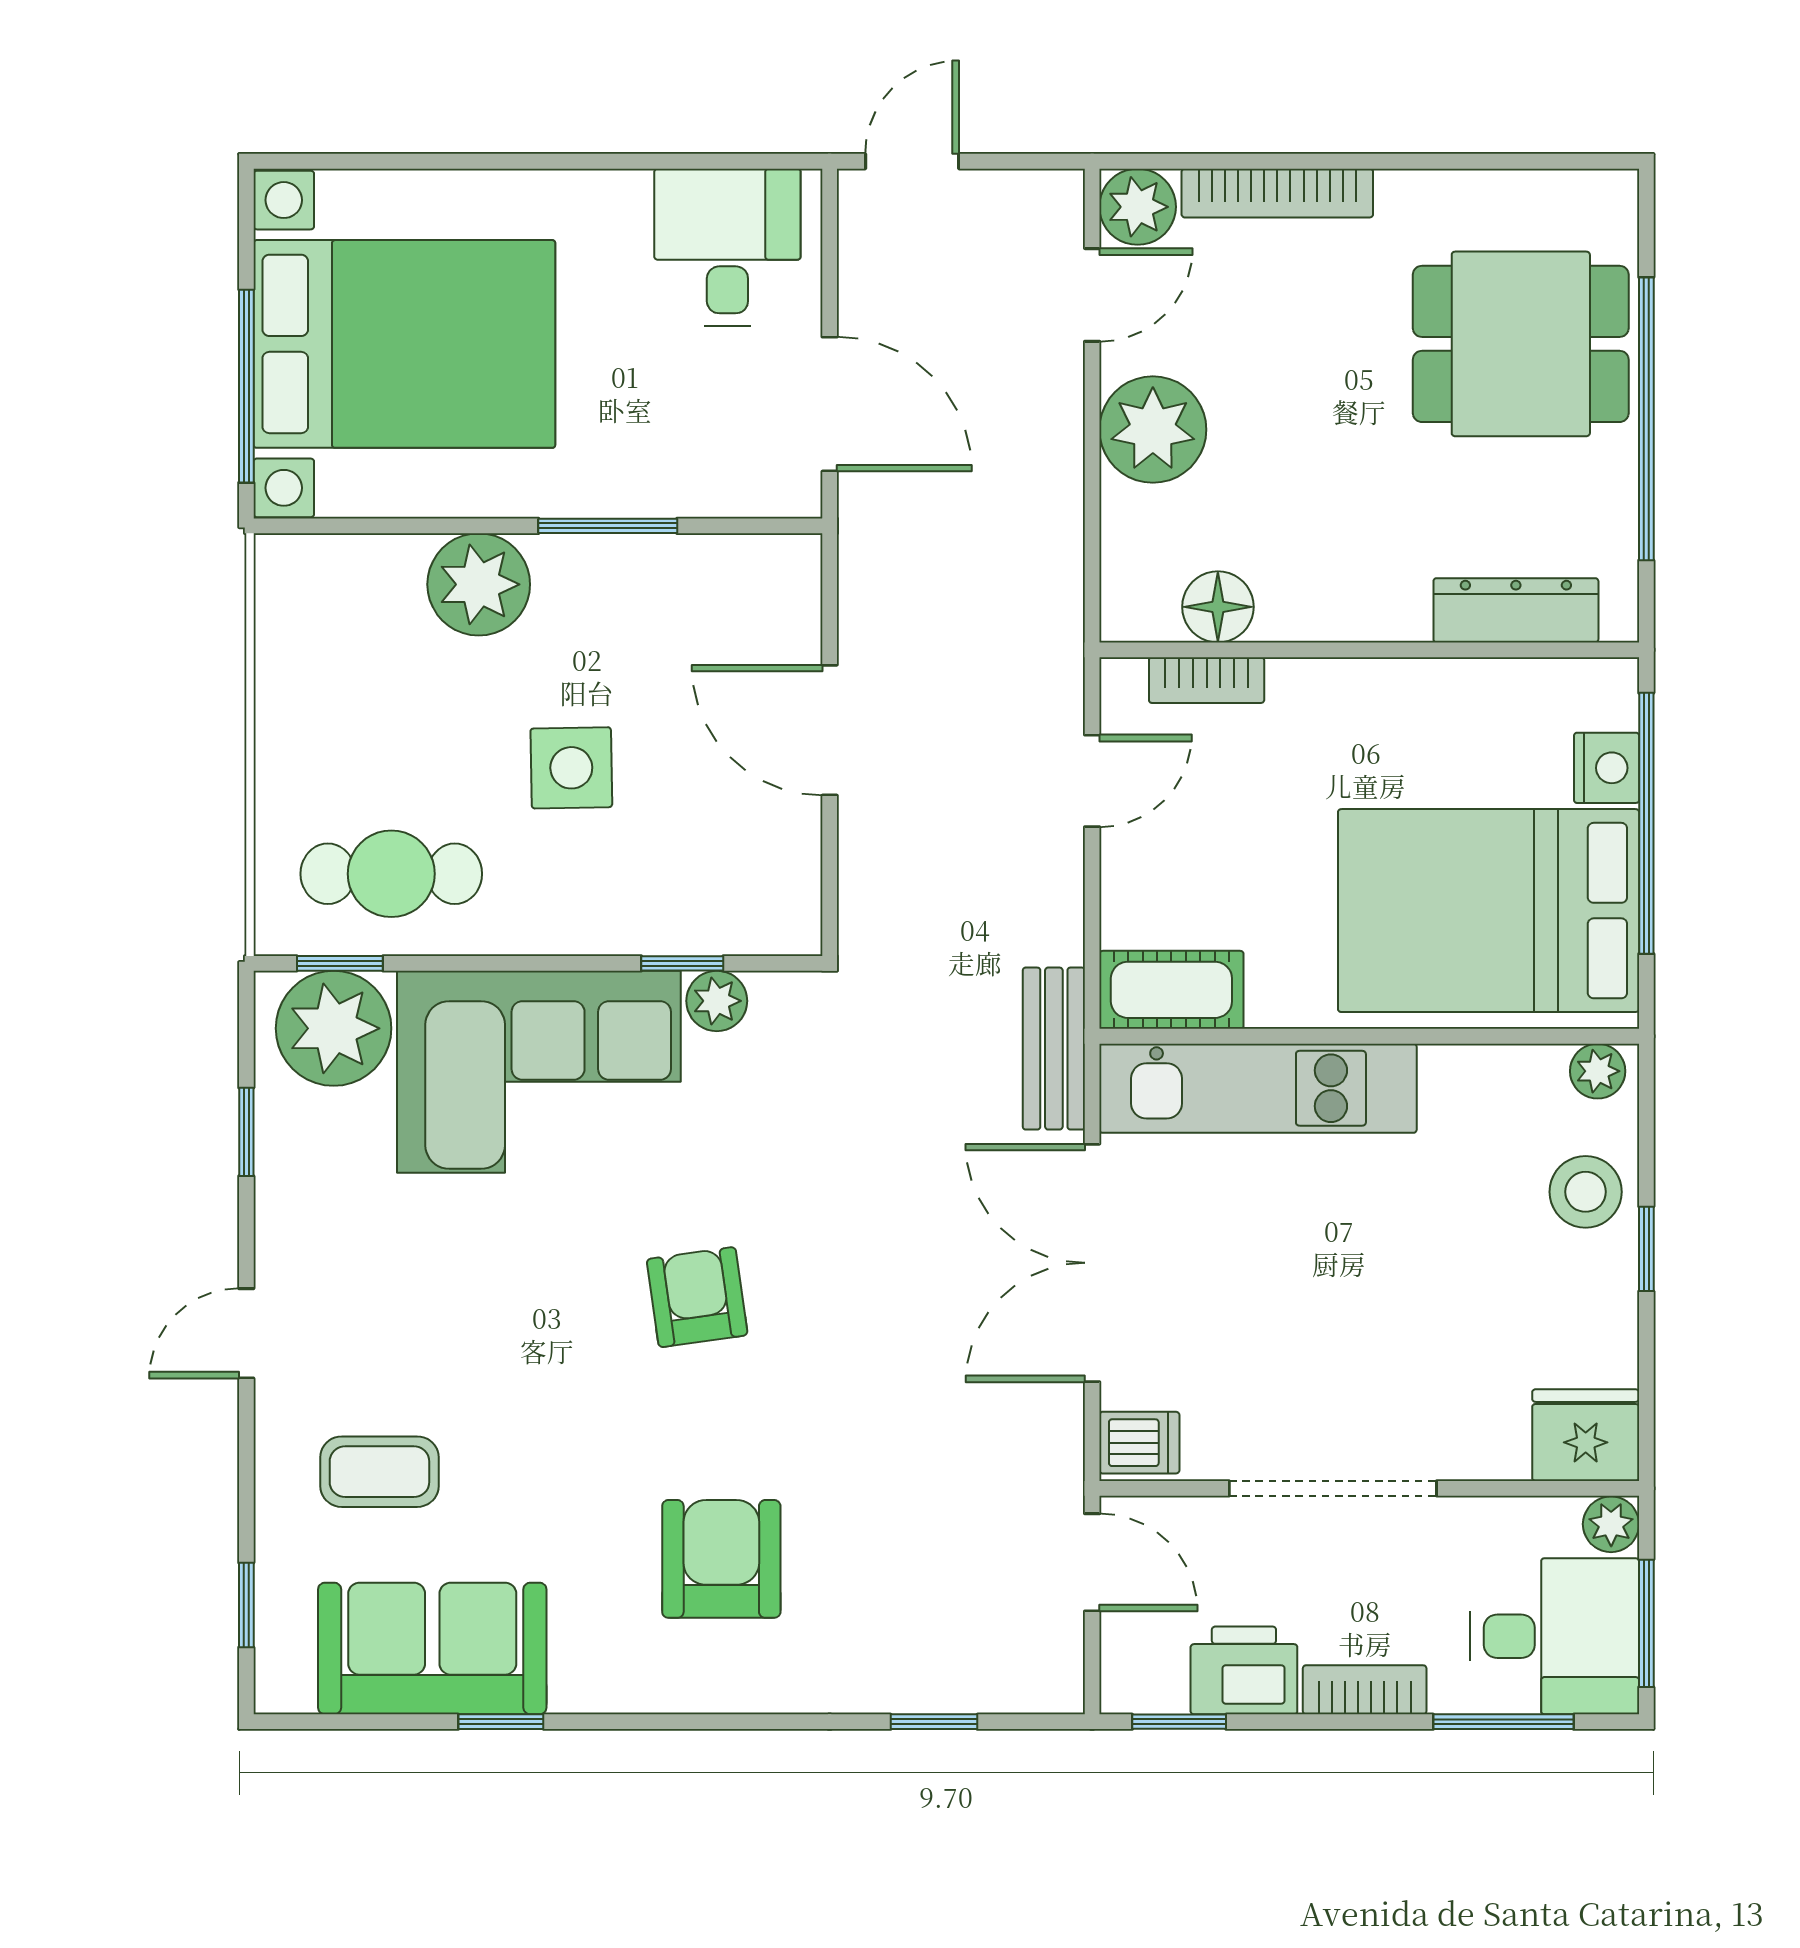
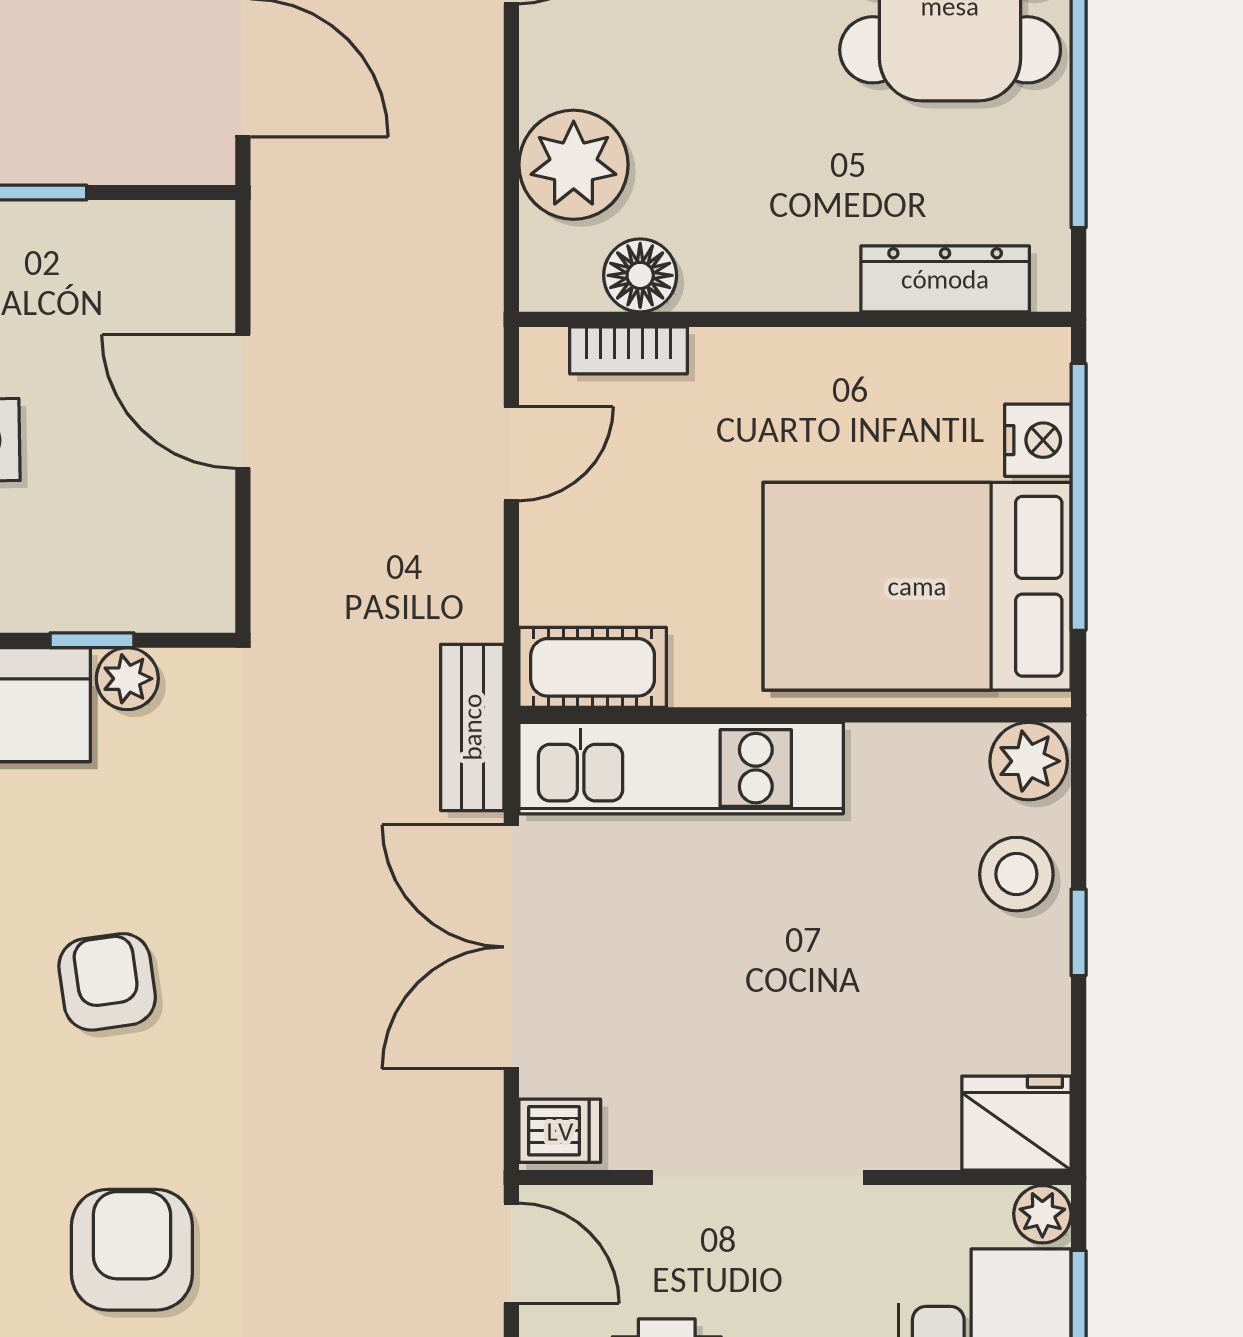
plant: (1153, 430) -> (574, 165), moved
plant: (1598, 1071) -> (1029, 761), width x1.38, depth x1.38

